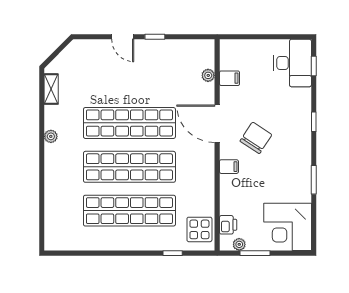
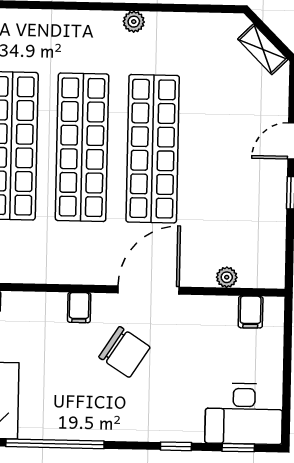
filing cabinet: (229, 78) -> (251, 312), moved
shelving: (51, 89) -> (263, 49), moved, turned 45
window: (314, 122) -> (176, 446), moved
window: (314, 180) -> (55, 444), width x2.11

